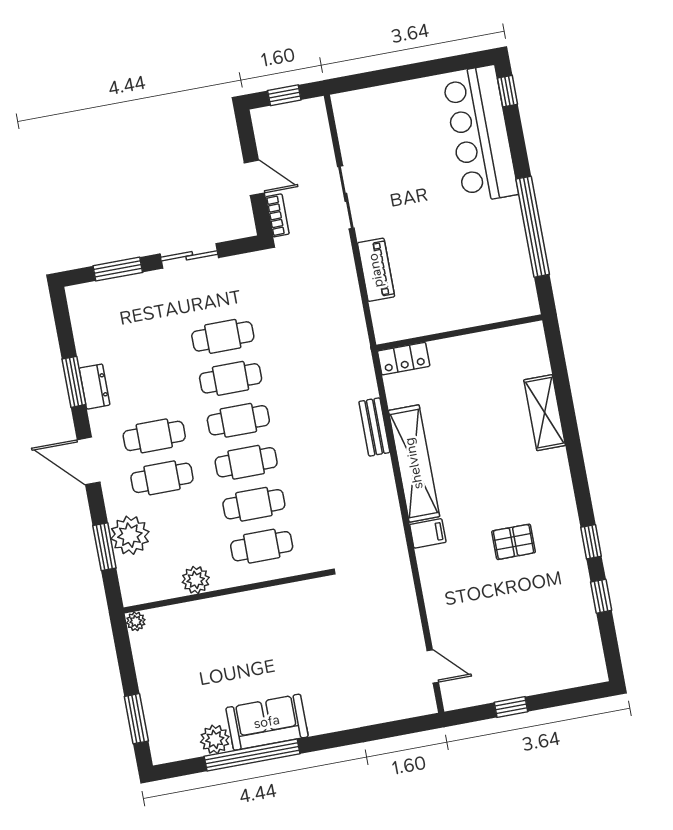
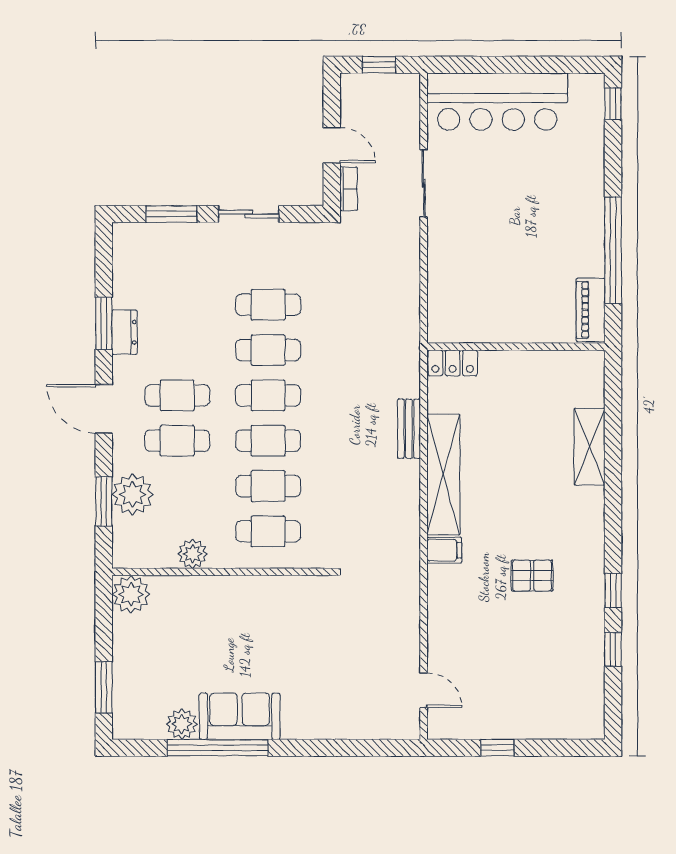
bar counter: (480, 134) -> (497, 102), moved, turned -90
piano: (376, 270) -> (591, 310), moved, turned 180
plant: (136, 621) -> (131, 594), width x1.87, depth x1.87

